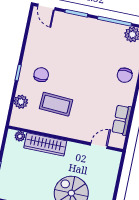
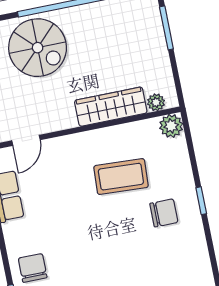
chair: (41, 75) -> (164, 213), turned -90
plant: (21, 102) -> (171, 126), moved

